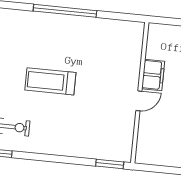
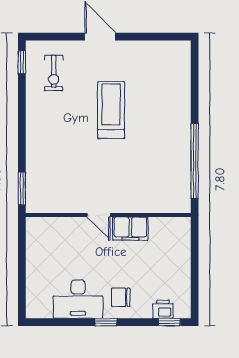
window: (65, 11) -> (195, 161), moved

